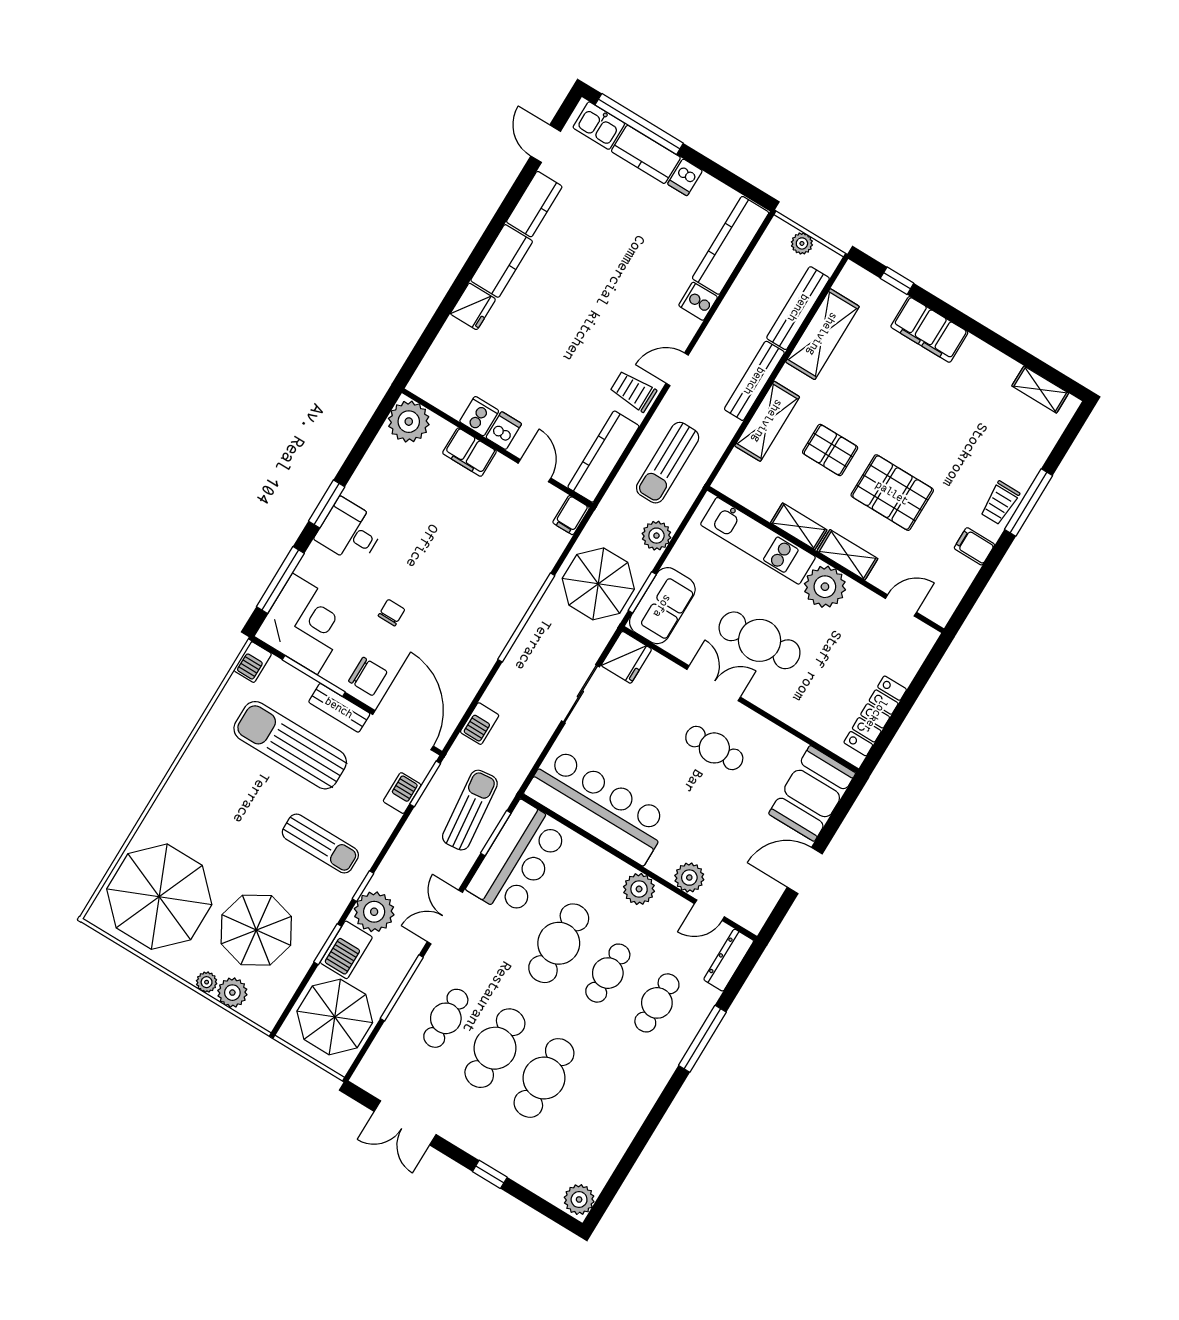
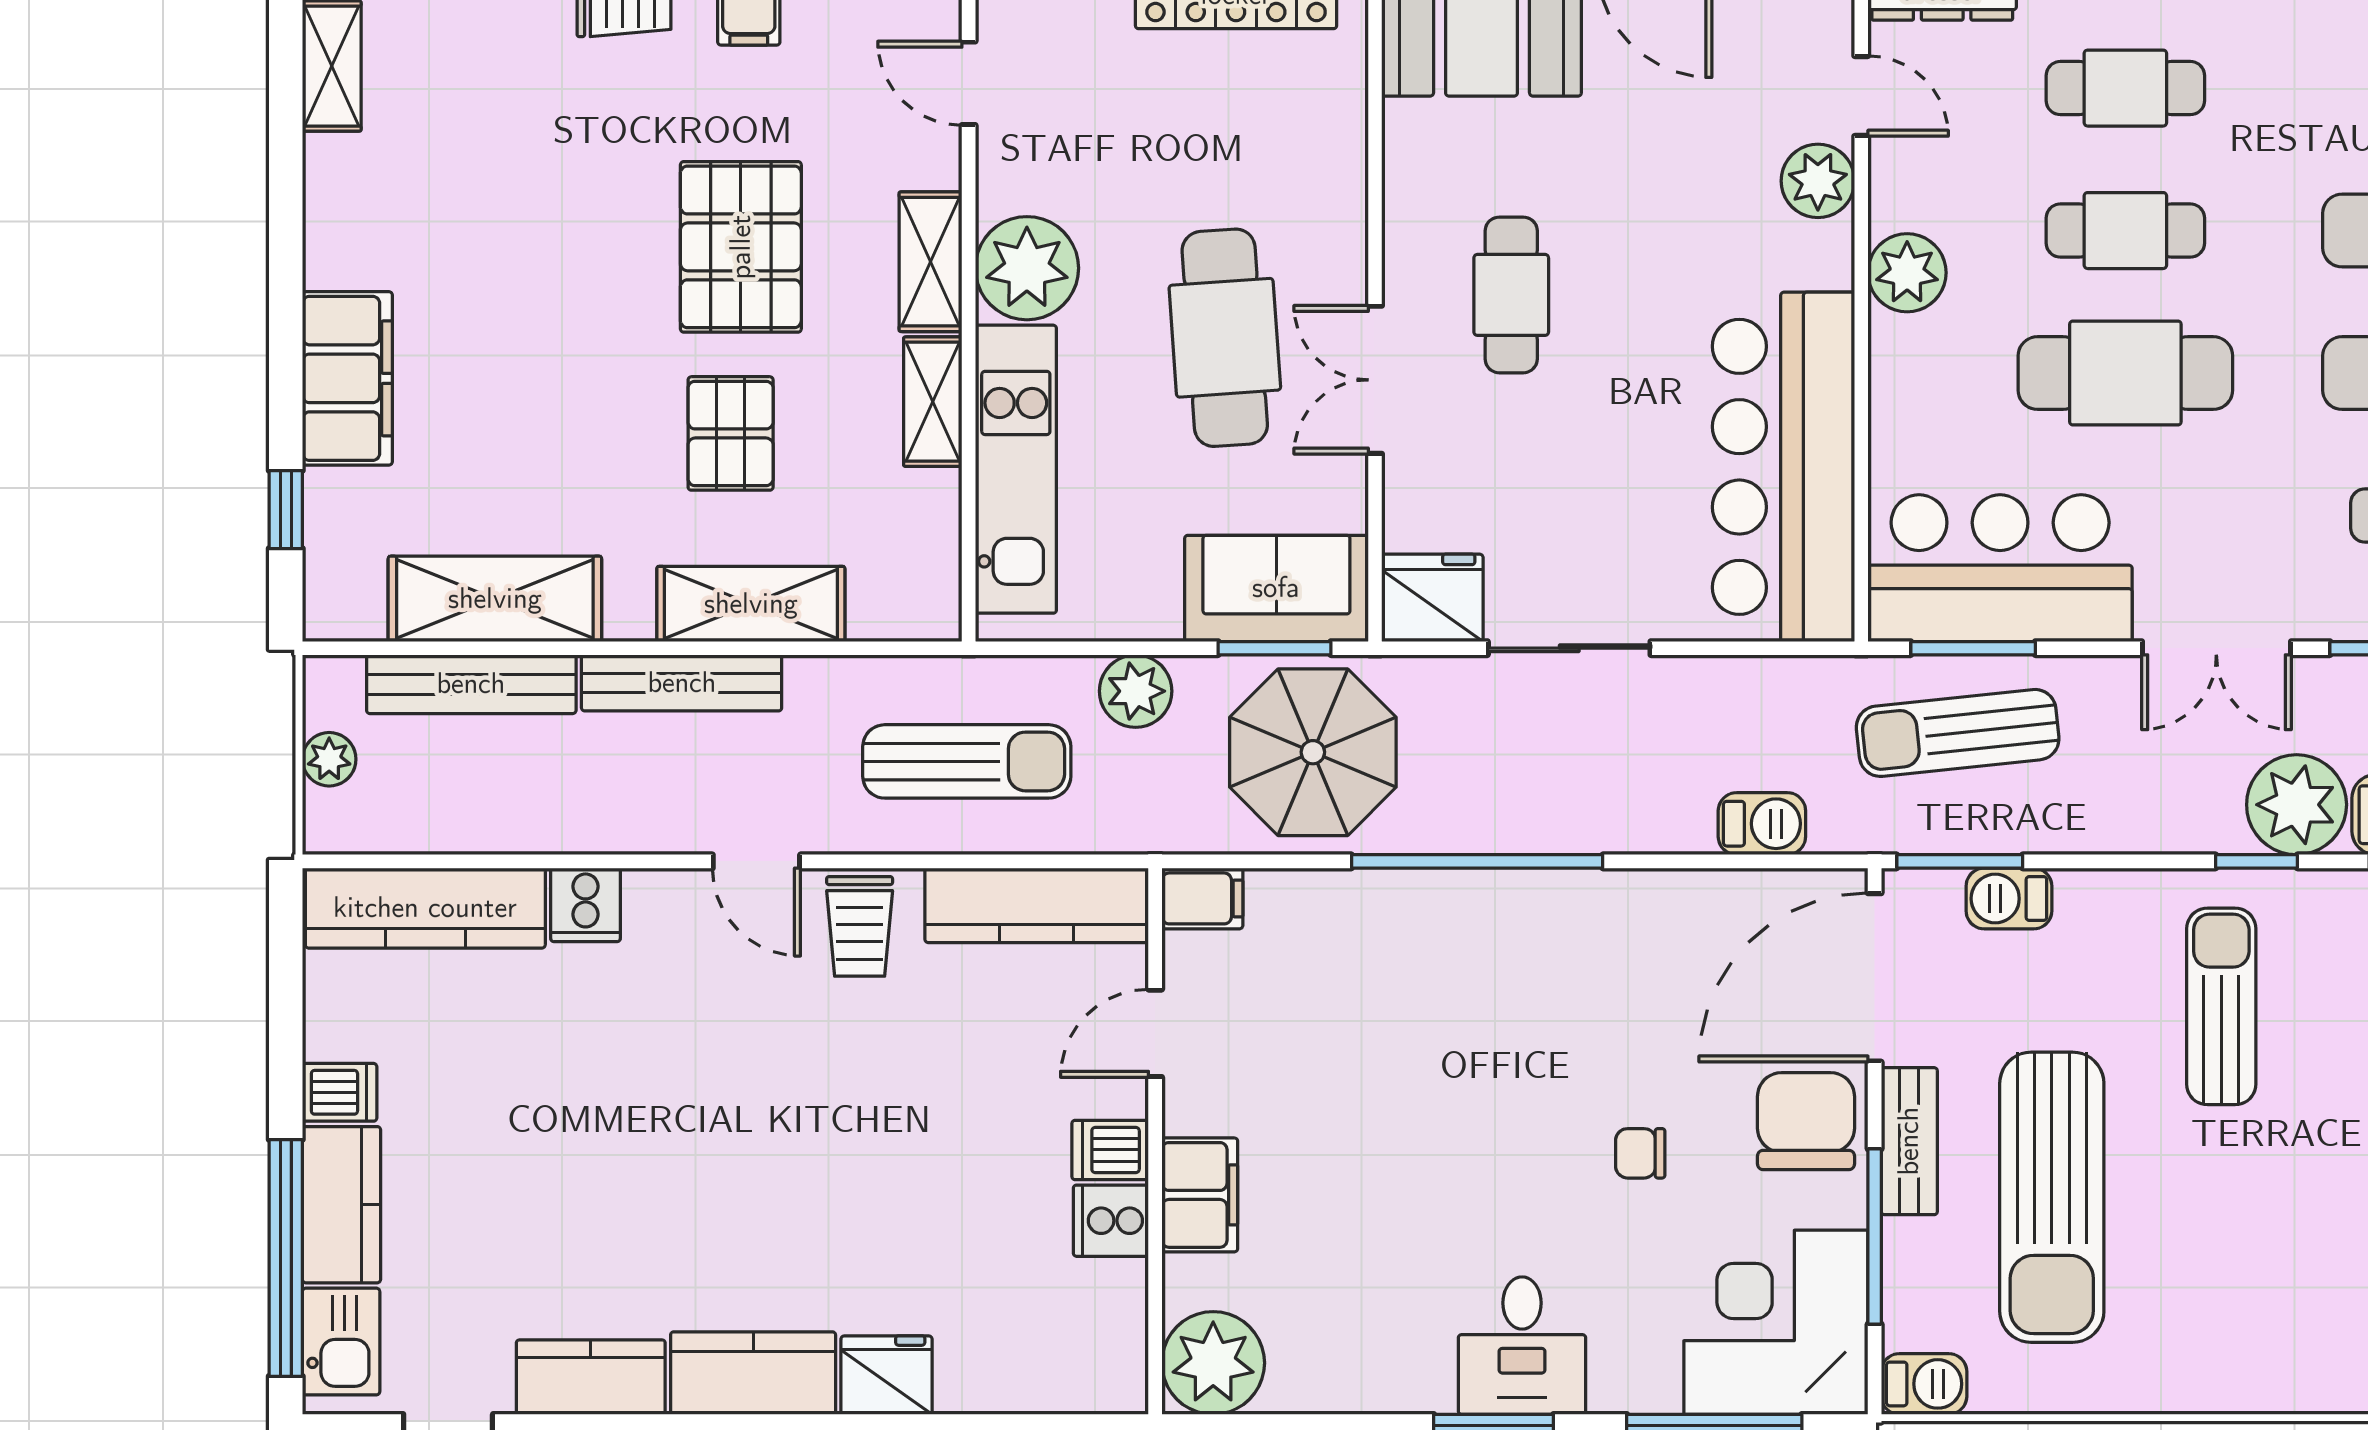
chair: (368, 676) -> (1806, 1121), width x1.37, depth x1.37

